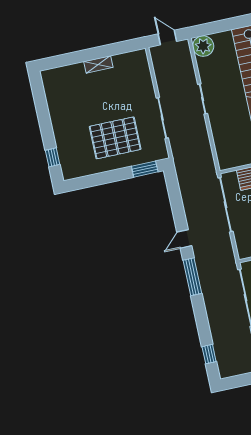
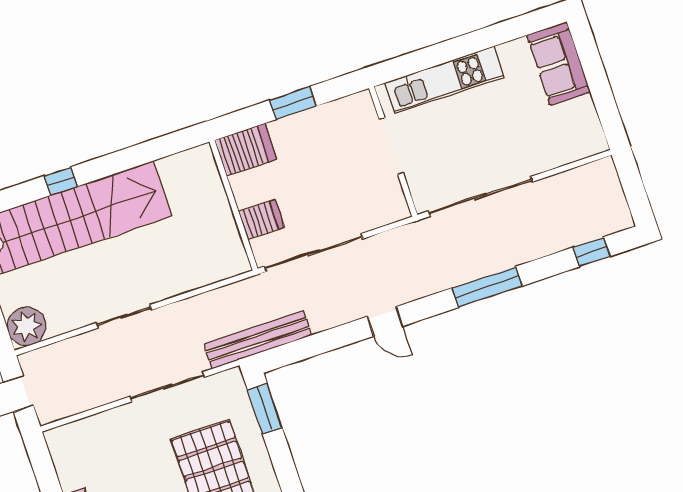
bench: (182, 169) -> (258, 340), added
window: (192, 277) -> (487, 287), moved

